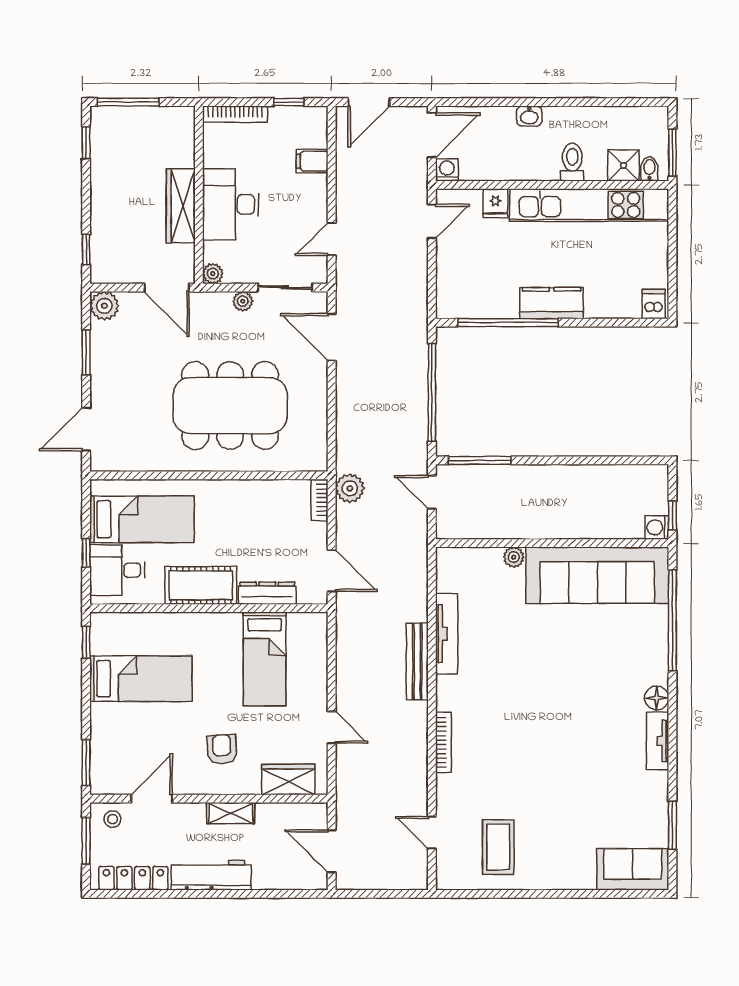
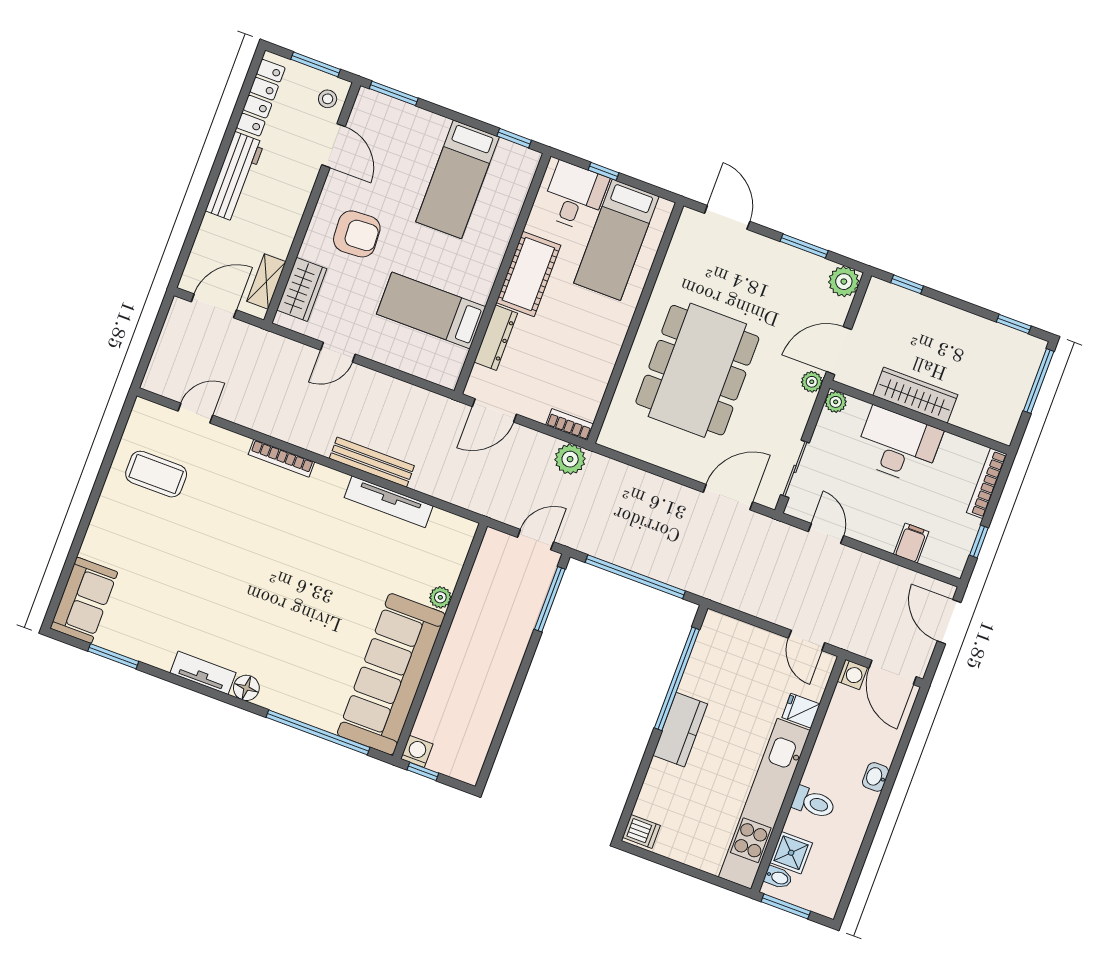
plant: (243, 301) -> (812, 382), moved
armchair: (222, 749) -> (357, 234), width x1.38, depth x1.38
shelving: (231, 813) -> (266, 282), moved

